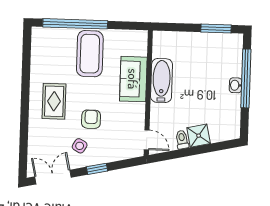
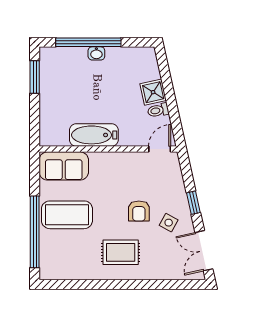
sofa: (133, 79) -> (64, 166), moved
armchair: (91, 119) -> (139, 211), turned -90

